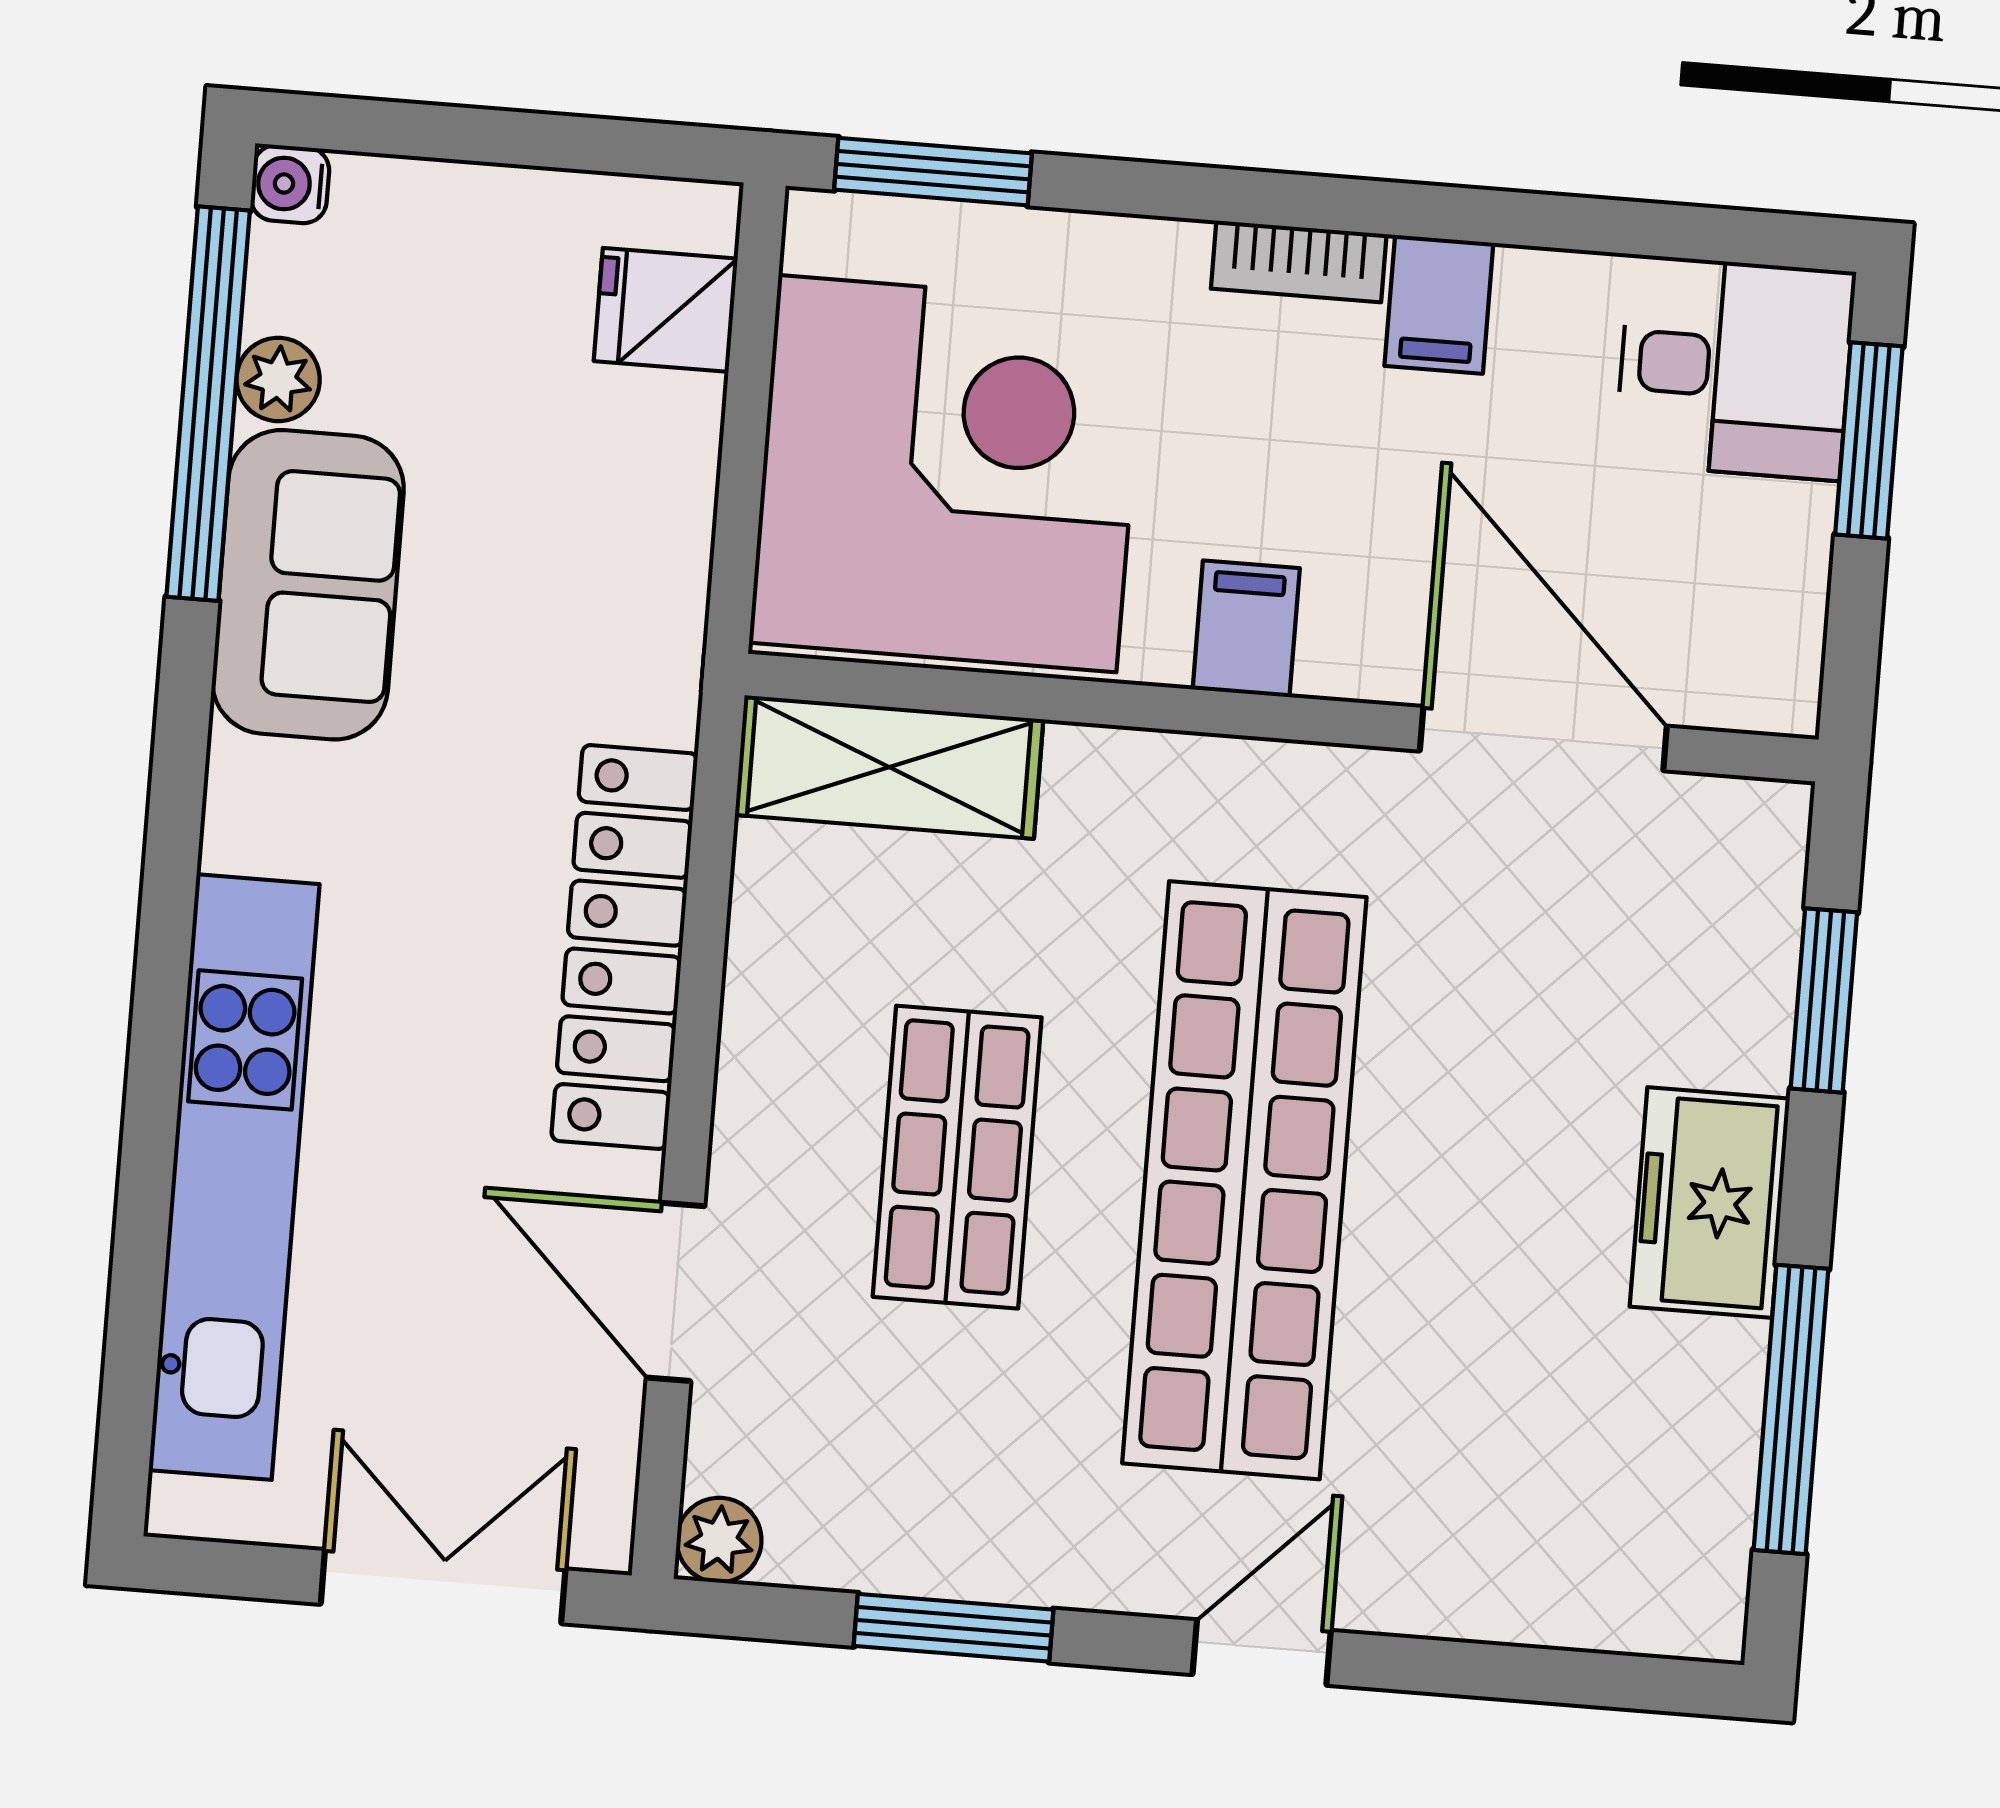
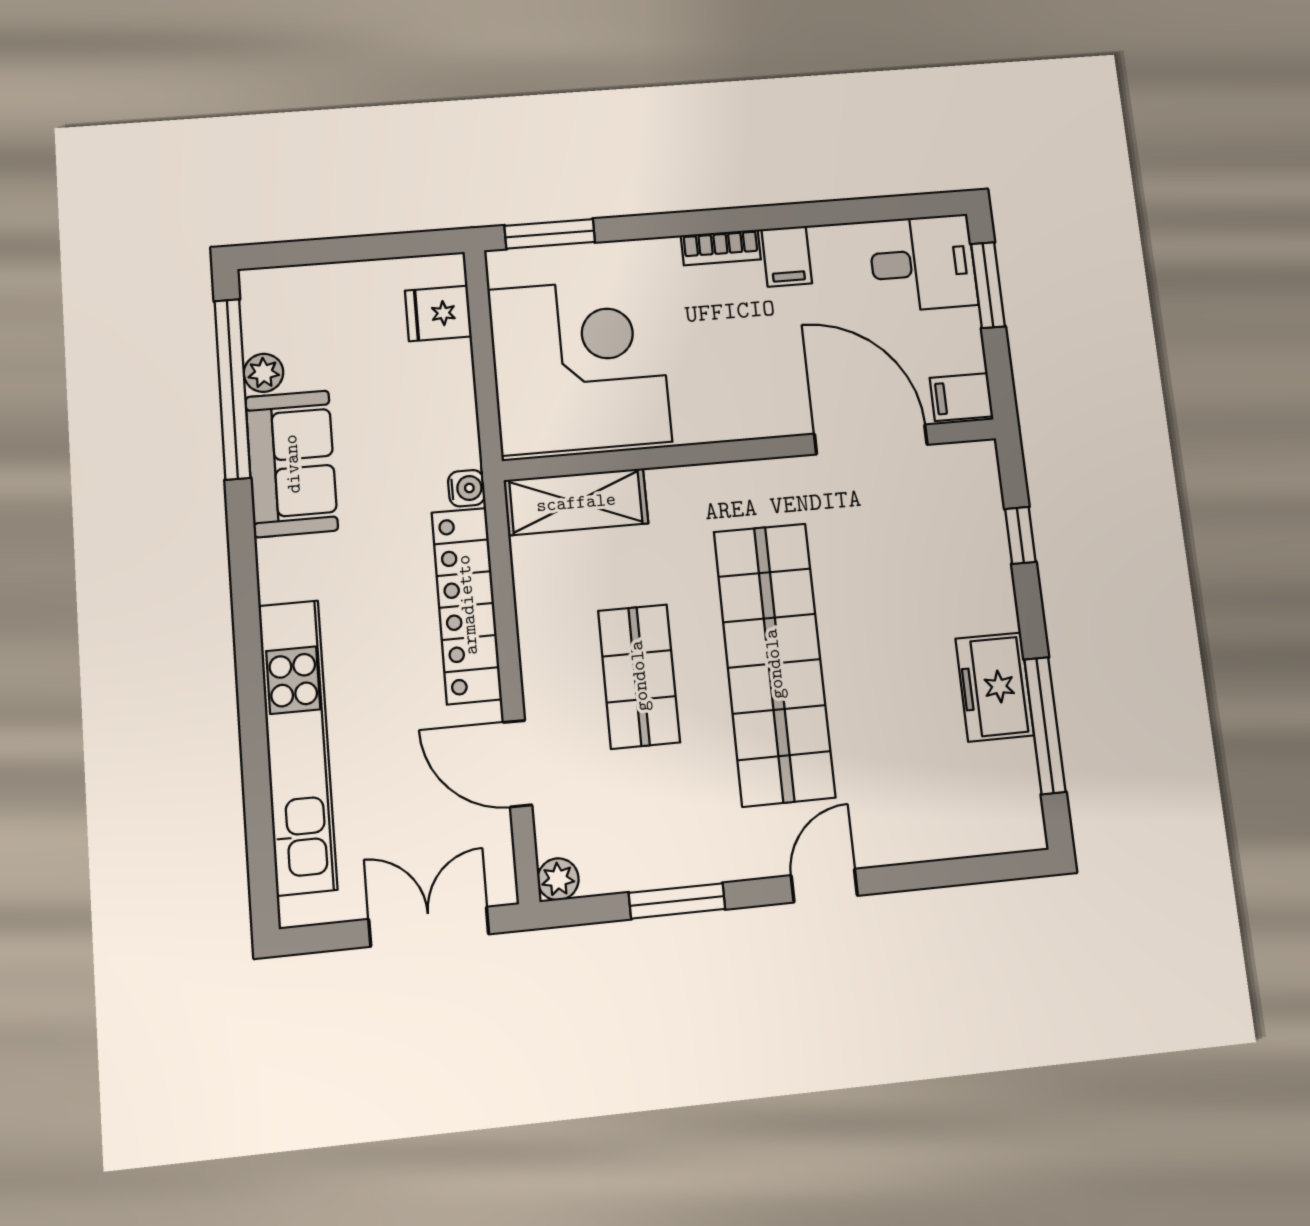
water cooler: (290, 184) -> (467, 488), moved, turned 180
filing cabinet: (1246, 629) -> (961, 397), moved, turned -90
window: (1824, 1000) -> (1020, 535), width x0.67
freezer: (1710, 1203) -> (995, 687), moved

